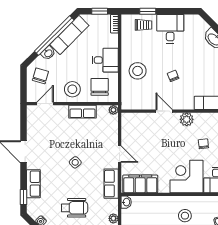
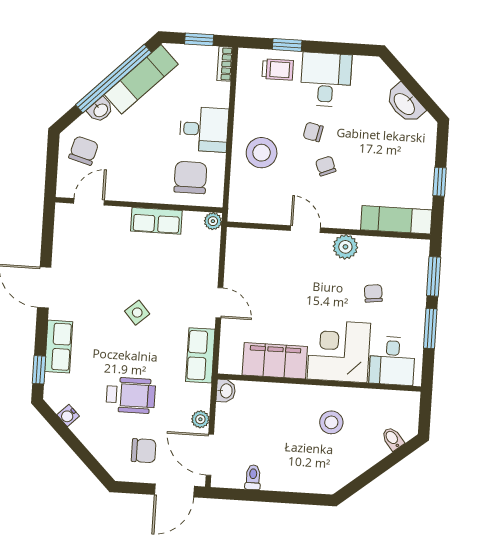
chair: (165, 58) -> (313, 132), added
stool: (72, 89) -> (140, 179), removed
filing cabinet: (140, 184) -> (275, 361), moved

